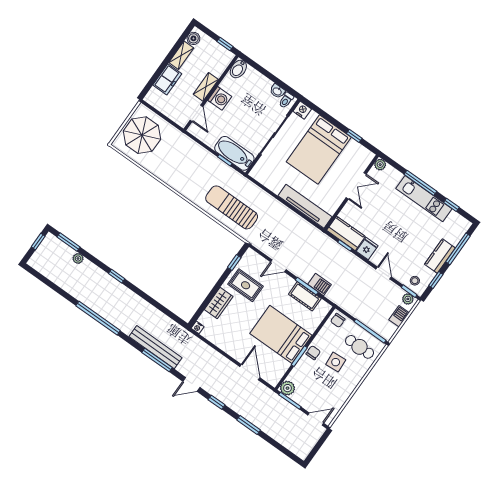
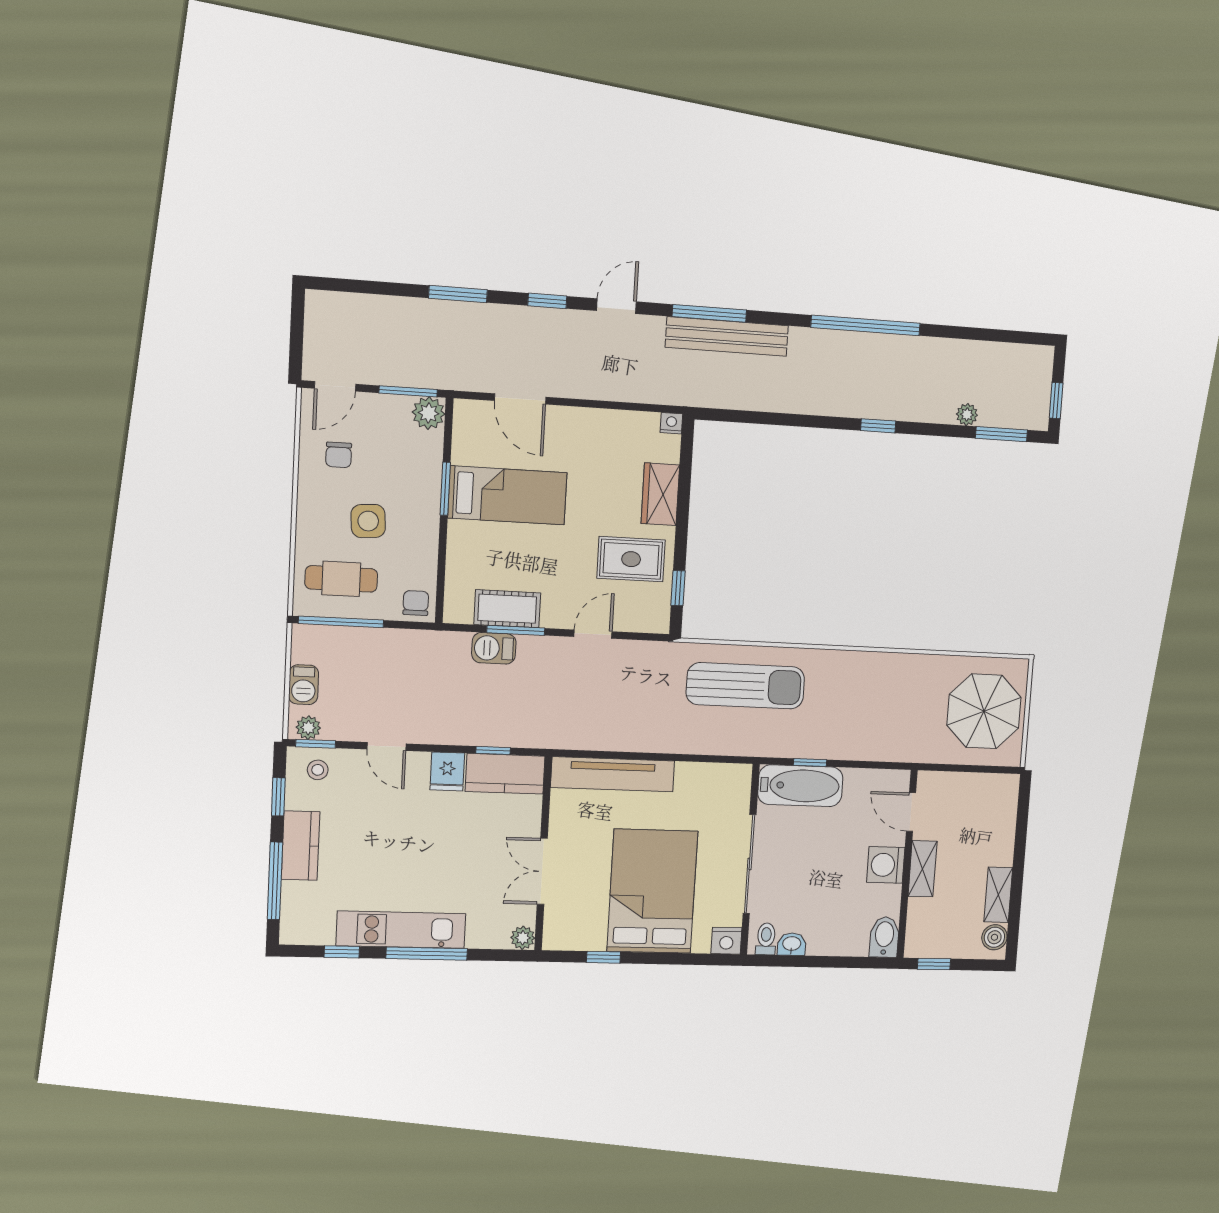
freezer: (167, 79) -> (998, 837), removed
bed: (281, 334) -> (507, 495), width x0.67
chair: (313, 353) -> (339, 455), moved

